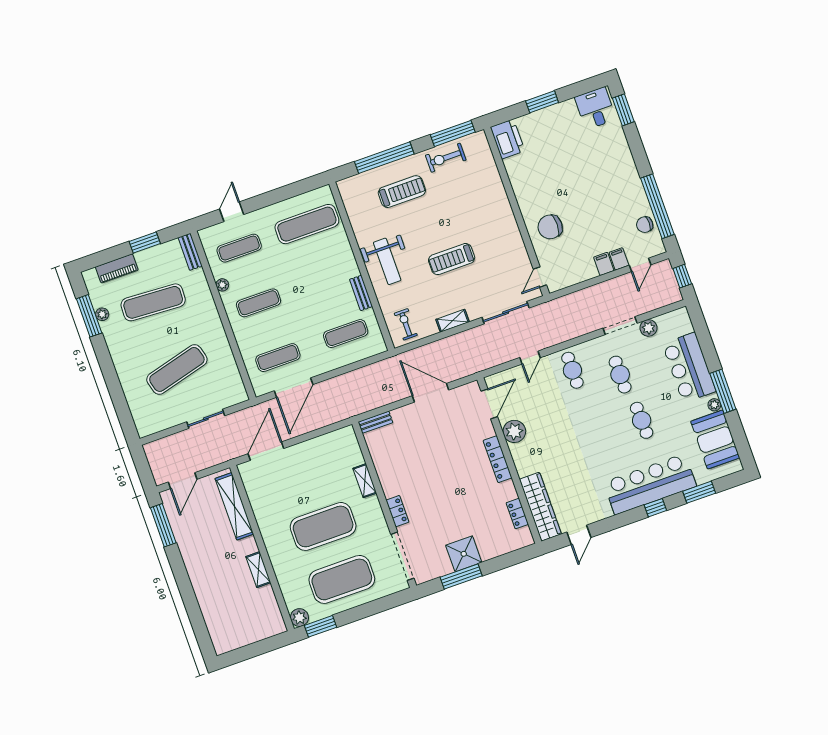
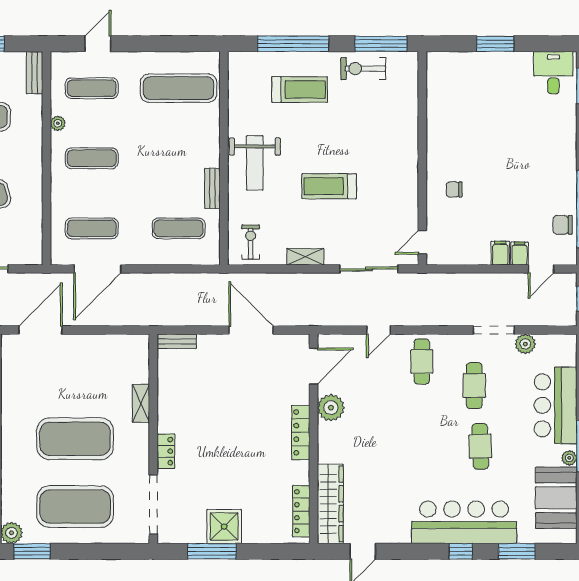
printer: (508, 139) -> (441, 72), removed
chair: (550, 227) -> (454, 189), width x0.54, depth x0.54
locker: (517, 514) -> (301, 511), width x1.53

